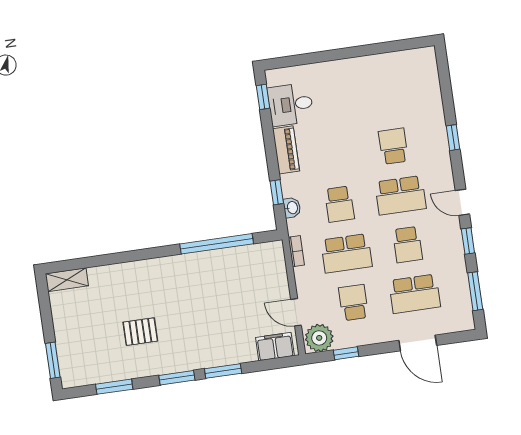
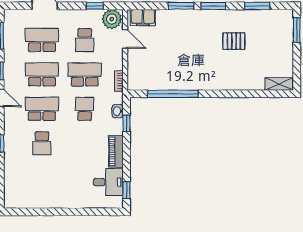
school desk: (408, 245) -> (42, 74), width x1.85

